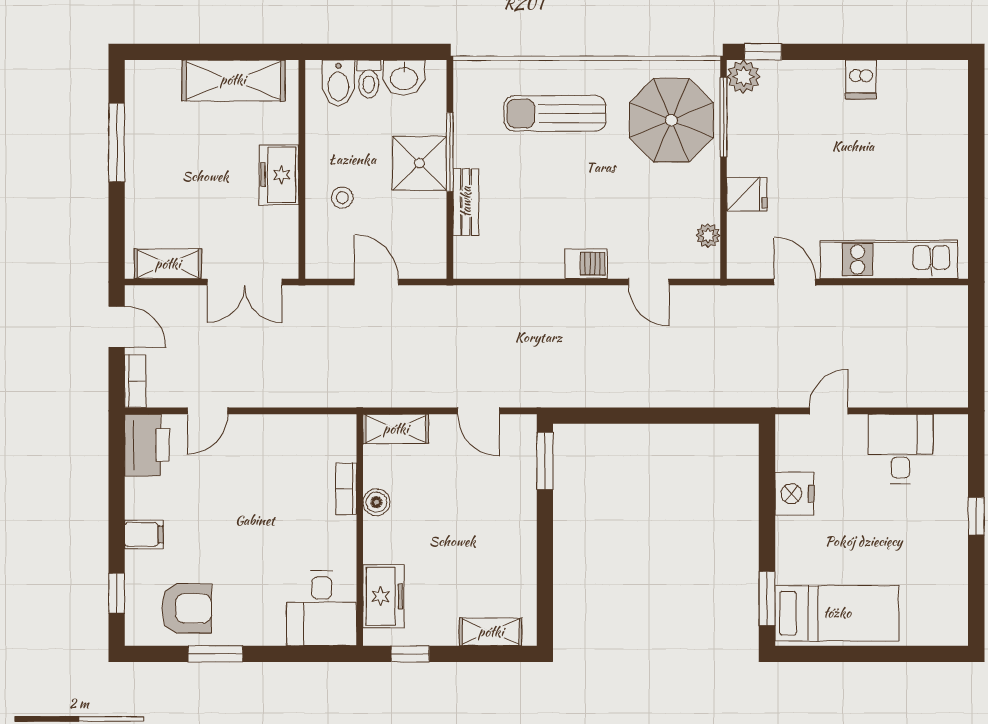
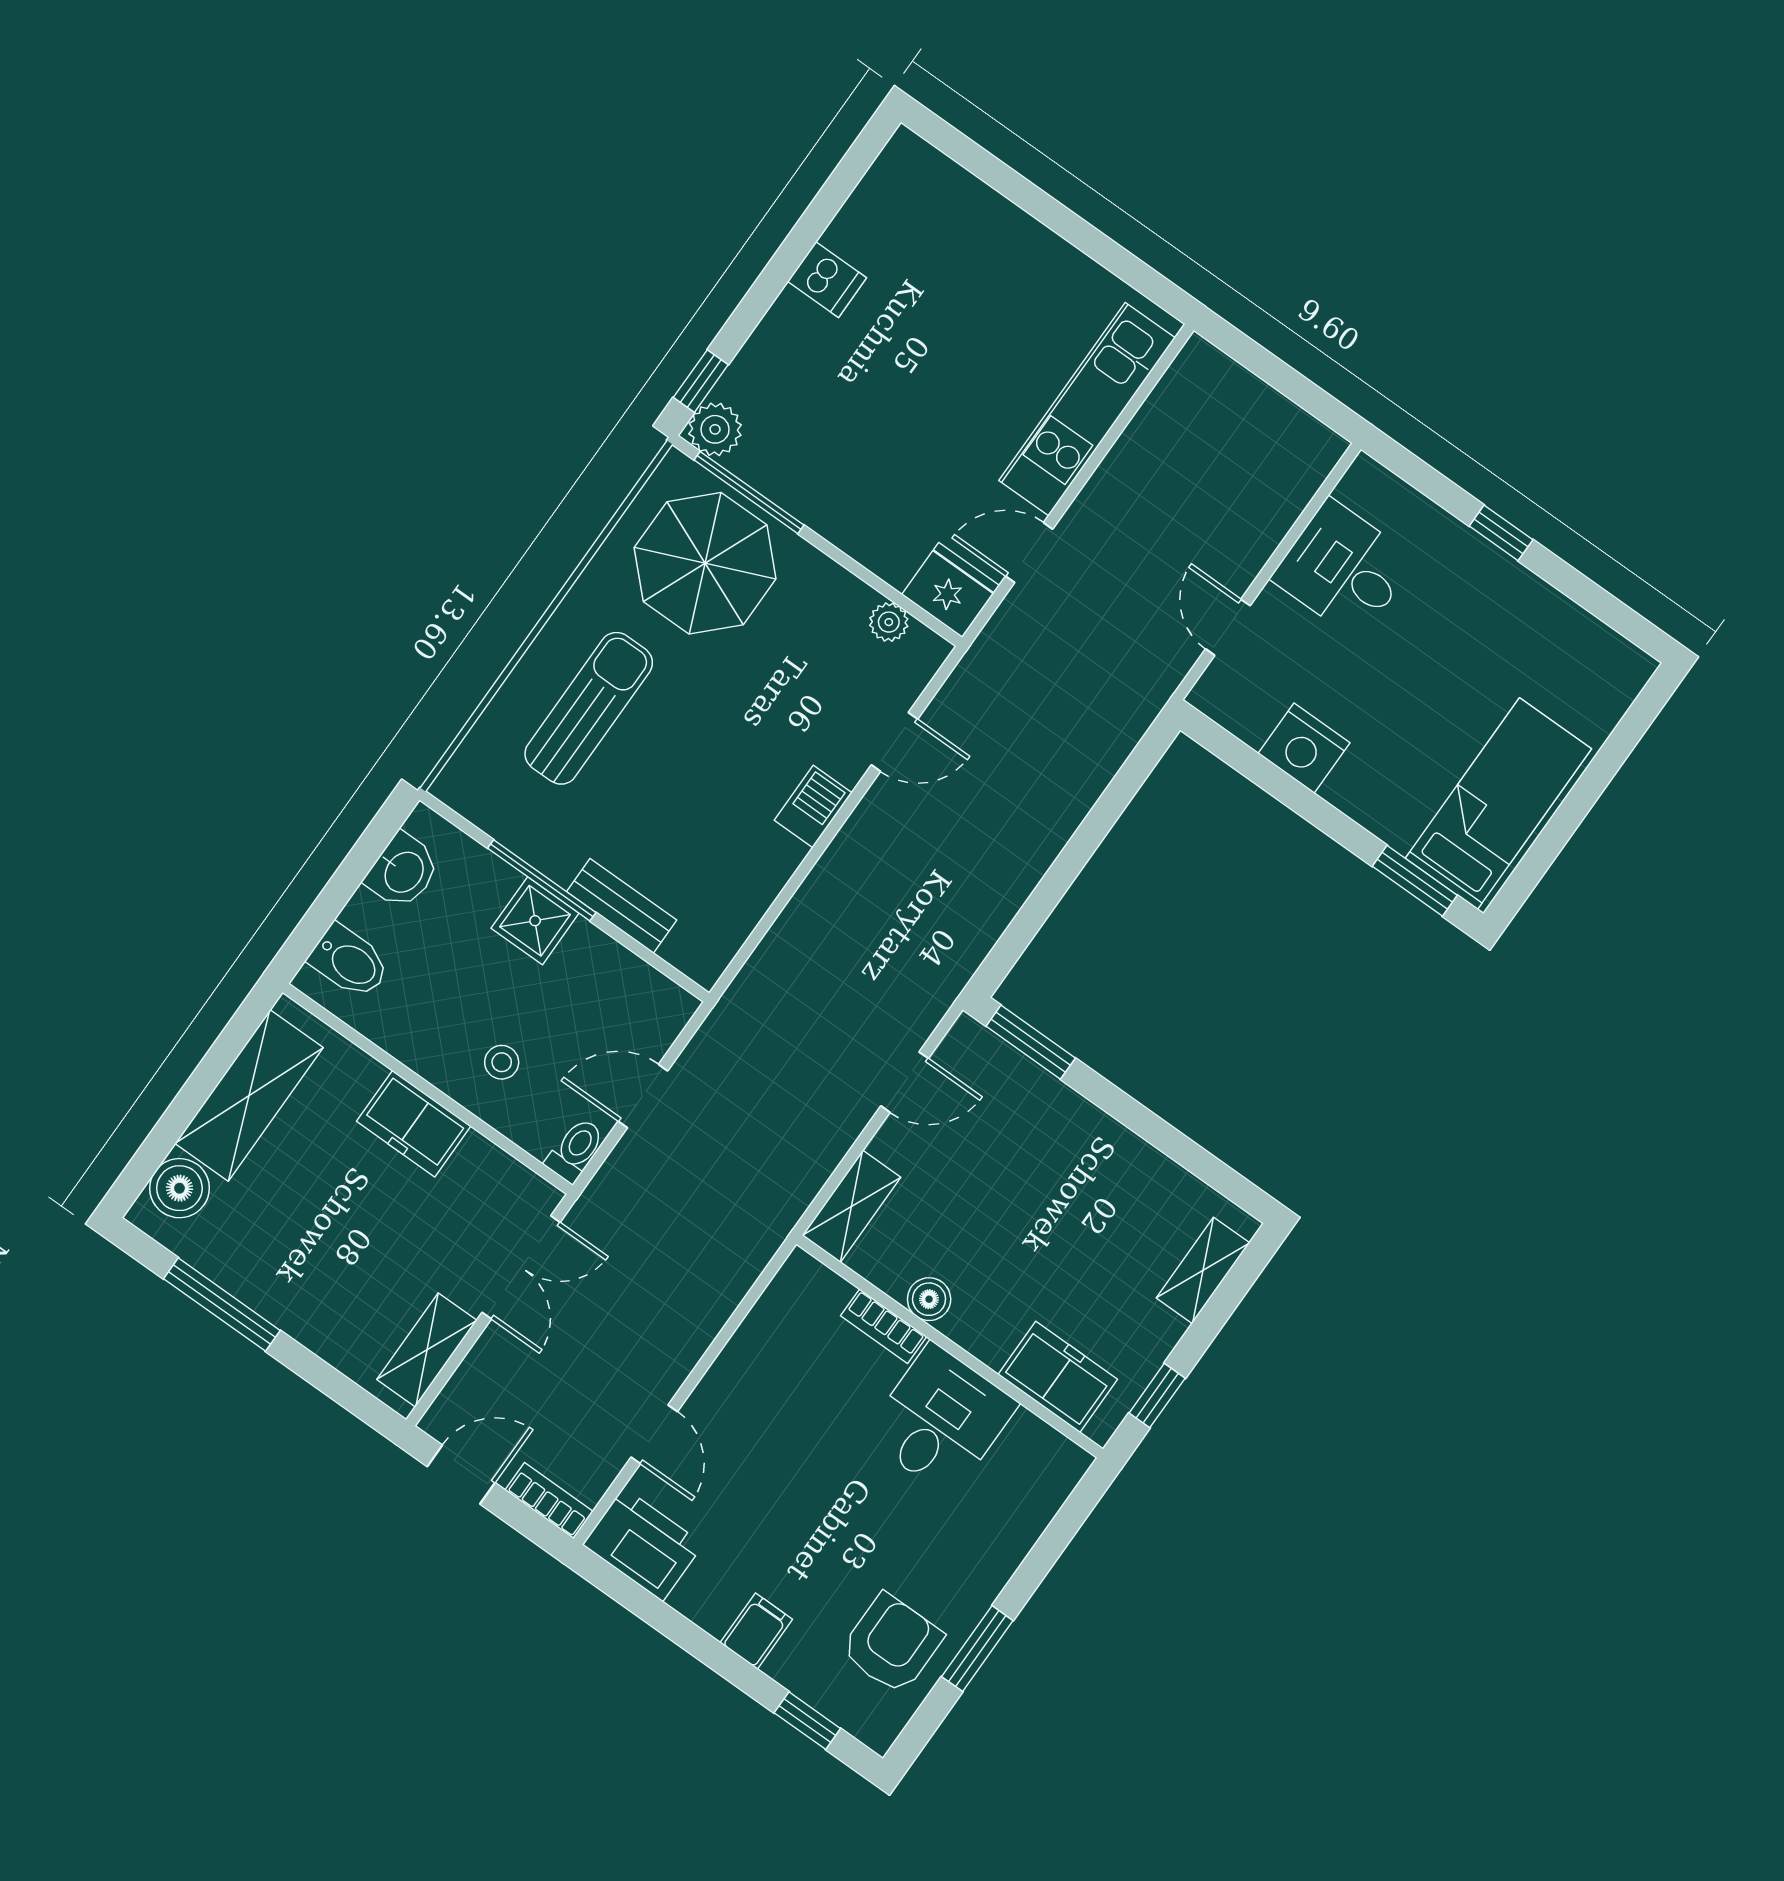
boiler: (161, 79) -> (179, 1188), added
toilet: (369, 79) -> (575, 1150), moved, turned -90
sun lounger: (555, 113) -> (589, 708), turned 180
shower: (420, 163) -> (535, 921), width x0.73, depth x0.73
fridge: (747, 194) -> (950, 590), moved, width x1.38
desk: (322, 608) -> (941, 1420), moved, turned -90

